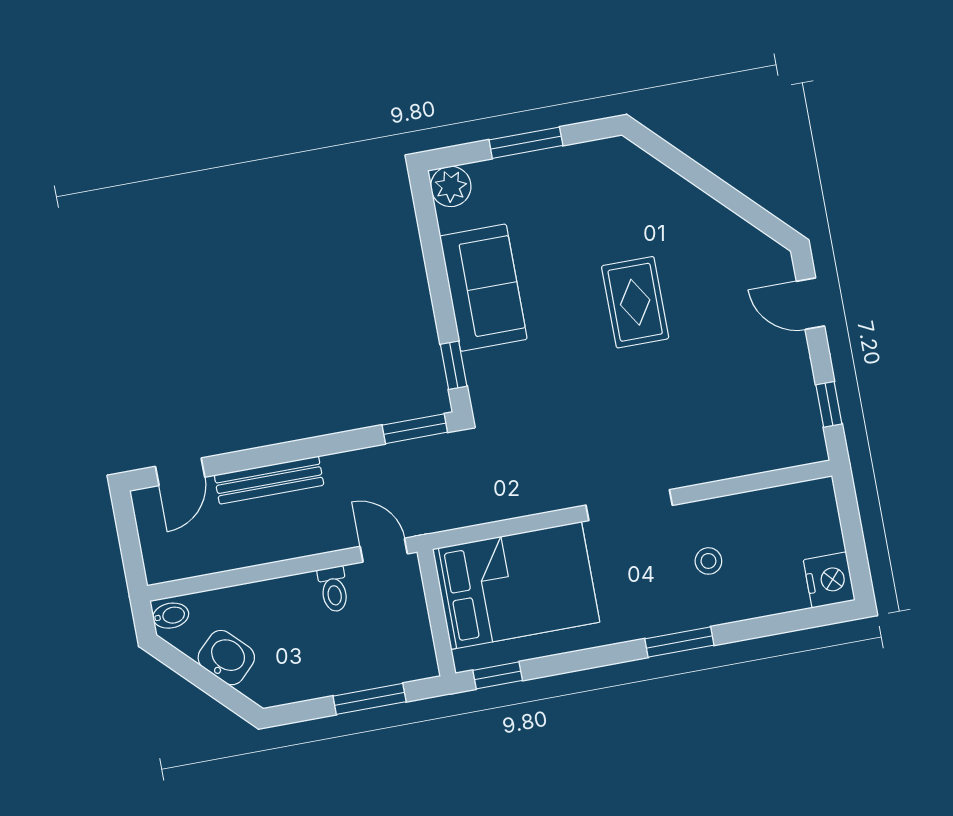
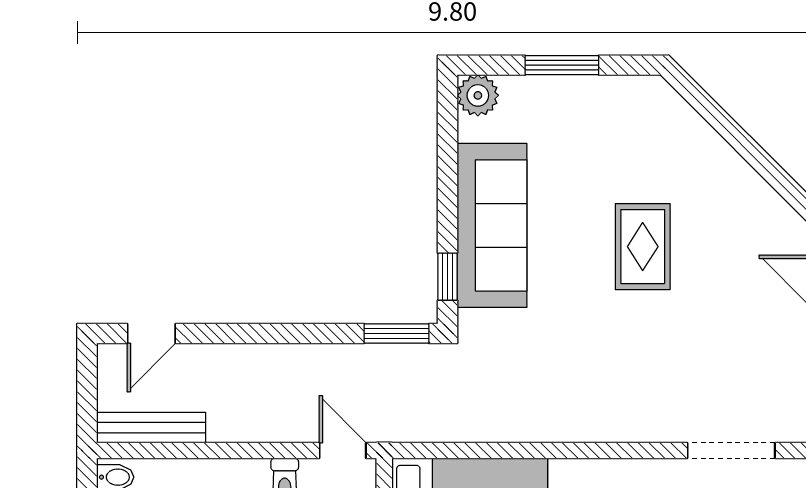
sofa: (483, 288) -> (492, 225), width x1.36
bench: (269, 480) -> (151, 428), moved
doorway: (629, 505) -> (731, 451), moved

